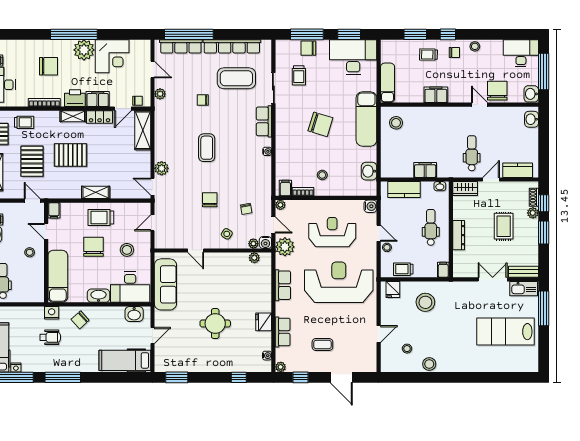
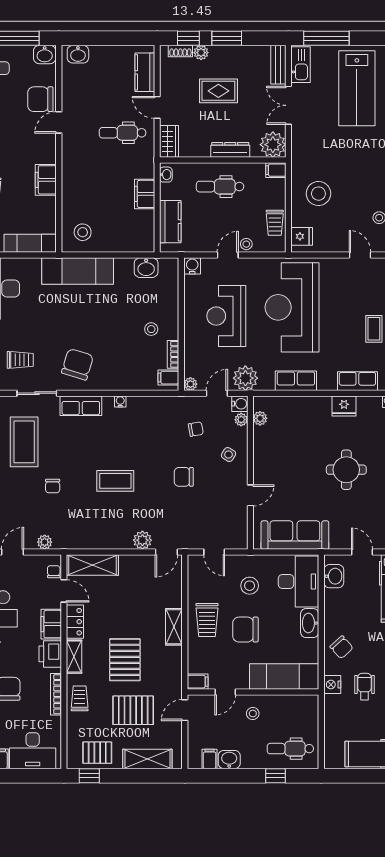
trolley: (24, 122) -> (80, 698), moved
chair: (320, 124) -> (77, 364), moved
plant: (463, 268) -> (273, 145), added

